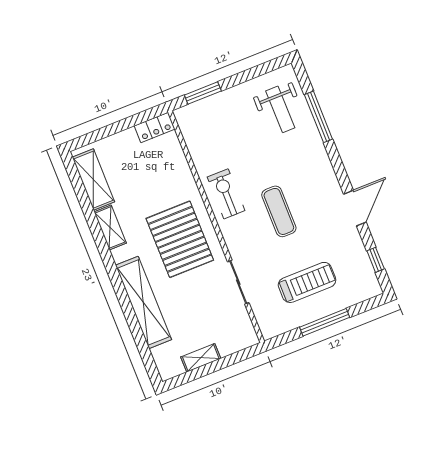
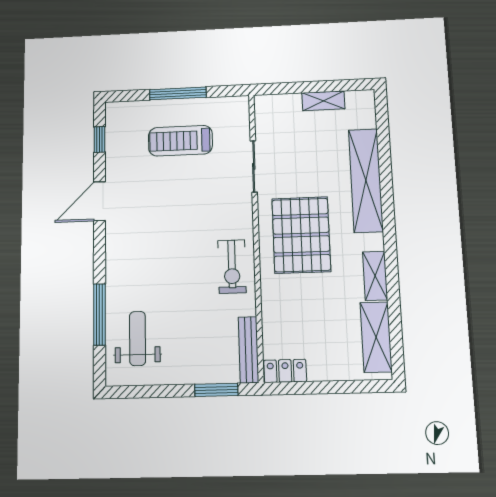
bench: (189, 133) -> (249, 350), added
exercise mat: (279, 211) -> (182, 227), removed

